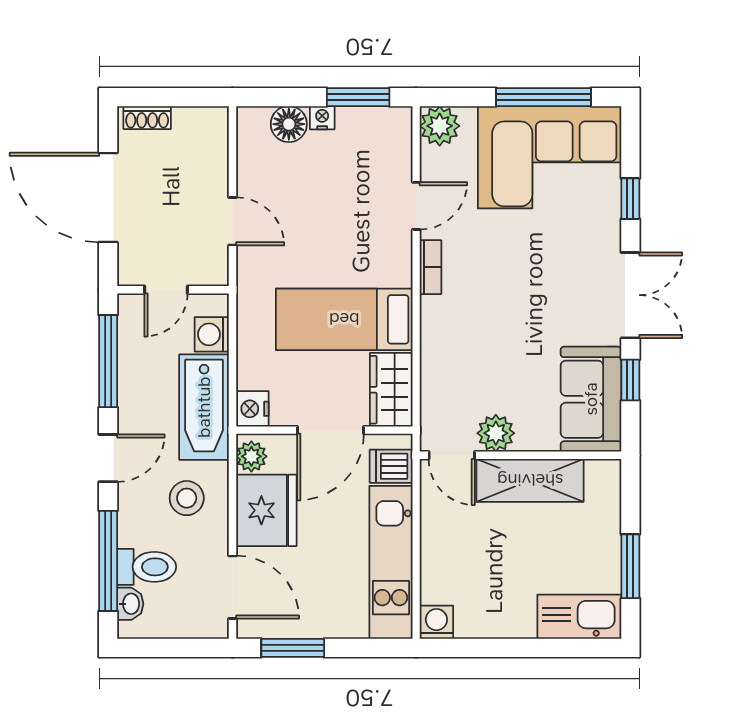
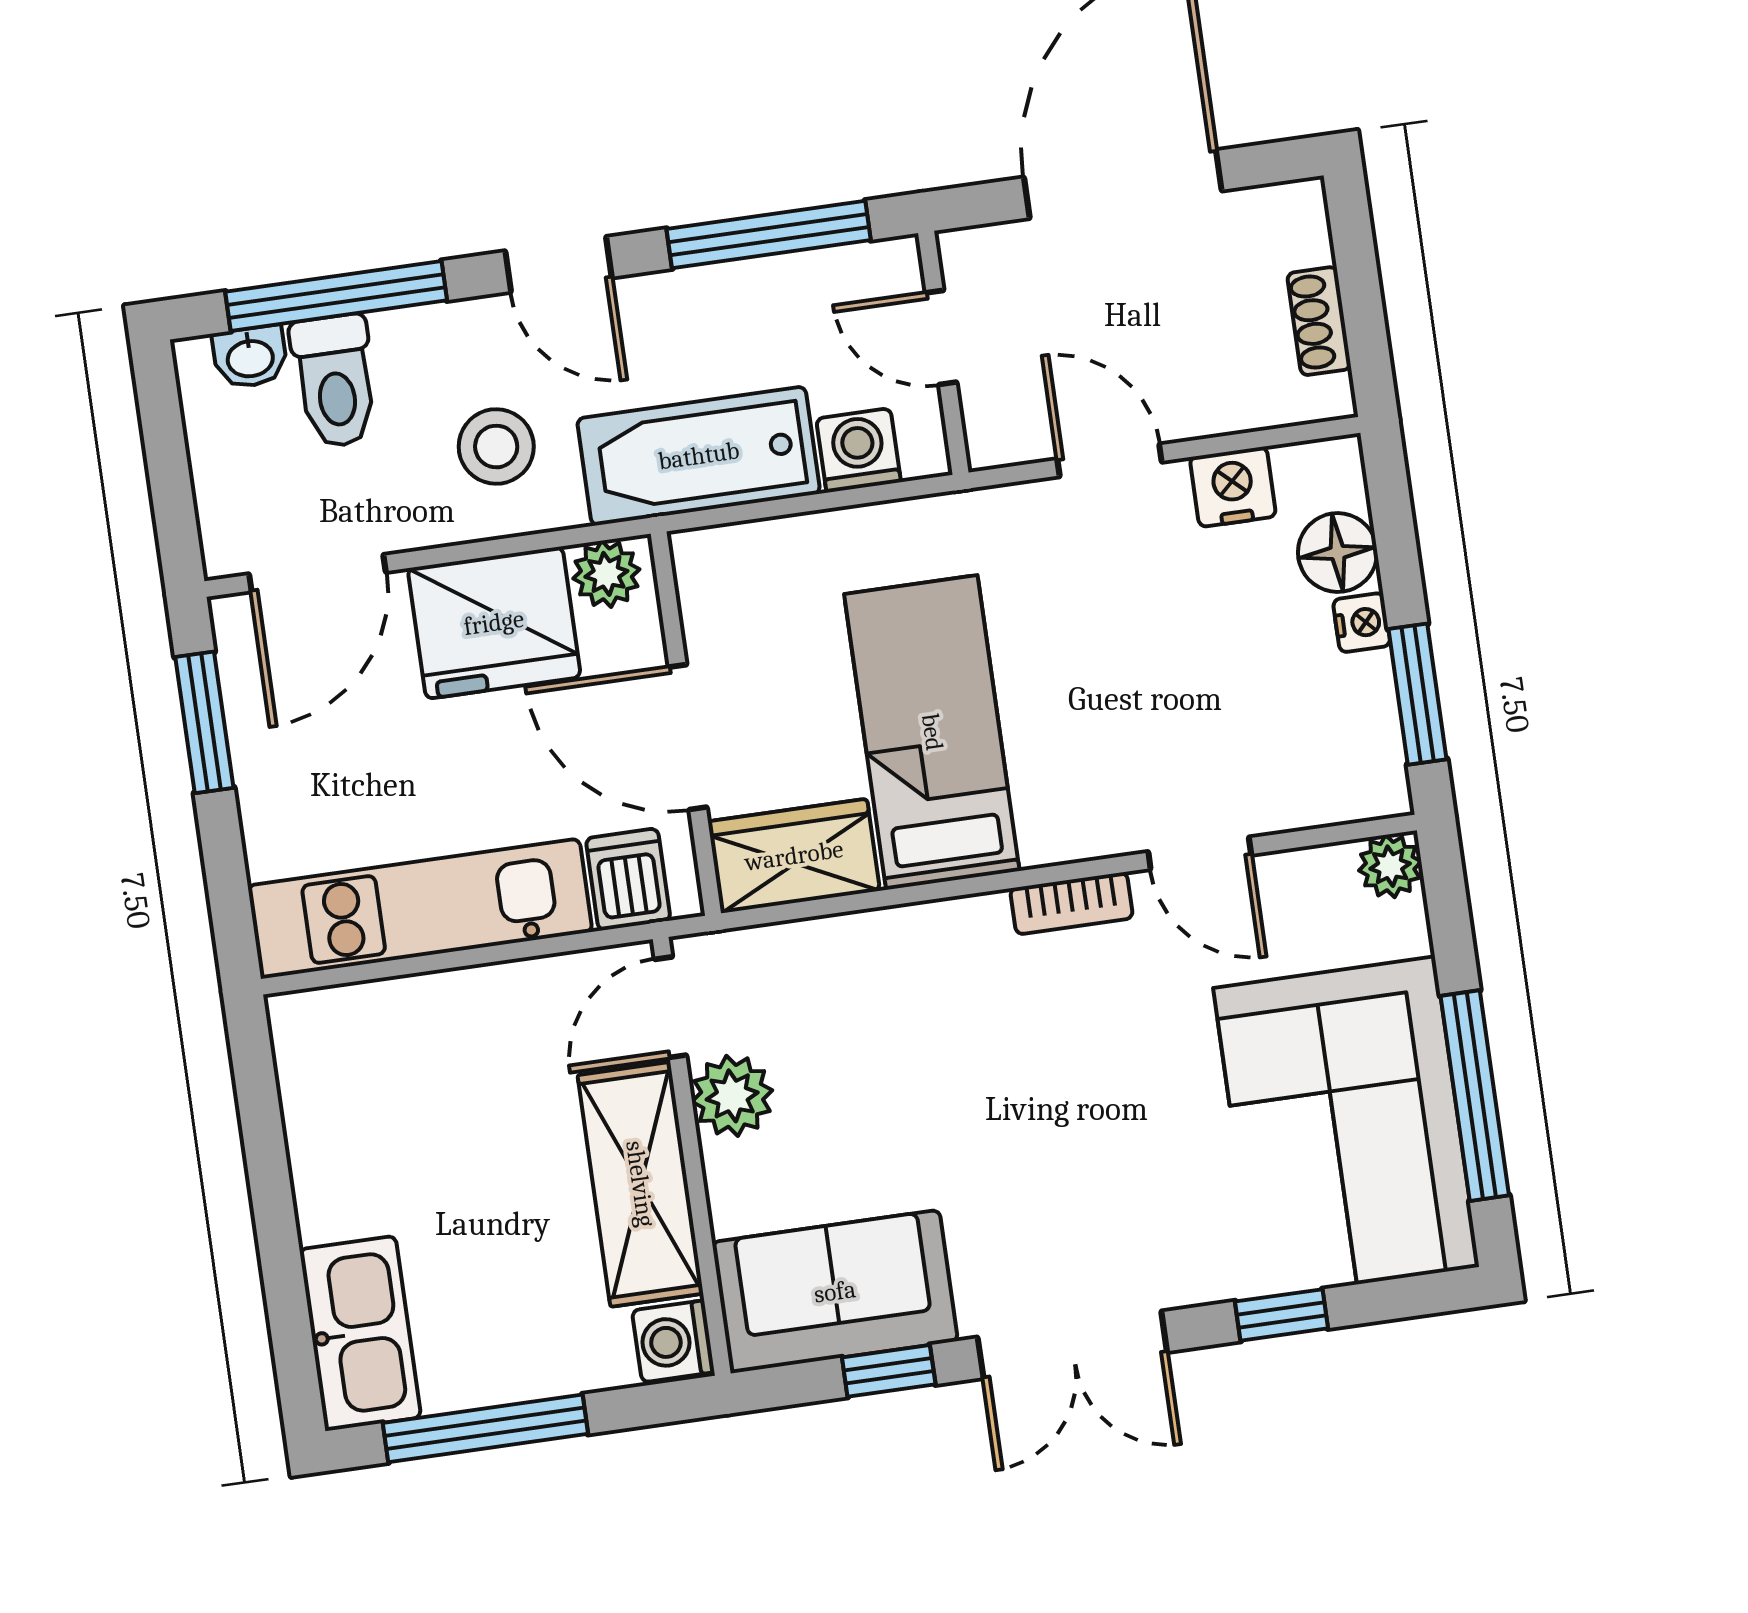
shoe rack: (147, 118) -> (1319, 321), moved
plant: (440, 126) -> (1390, 866), width x0.73, depth x0.73
door: (232, 221) -> (1109, 460), swing flipped
nightstand: (252, 409) -> (1233, 487), moved
window: (630, 566) -> (485, 1428), width x1.44
washing machine: (436, 622) -> (673, 1341), moved, turned 180

